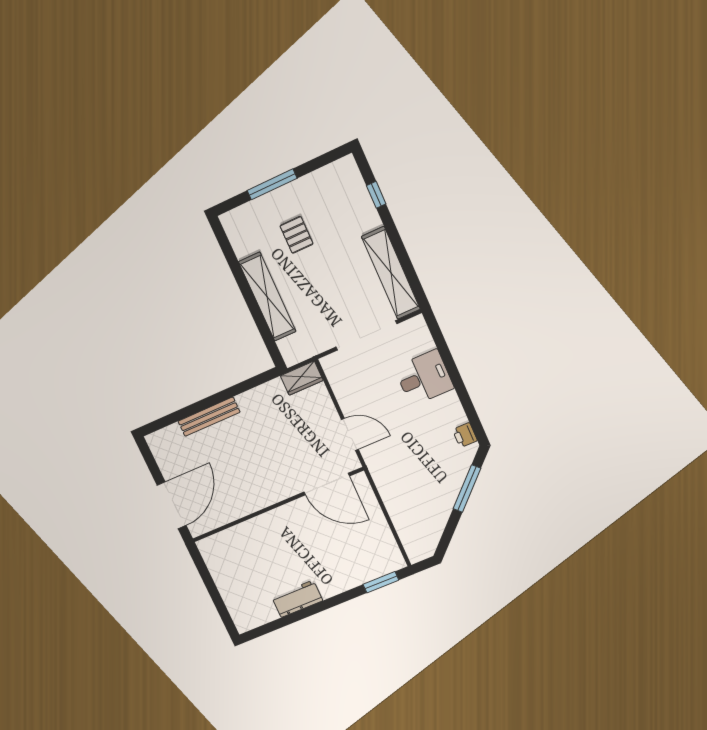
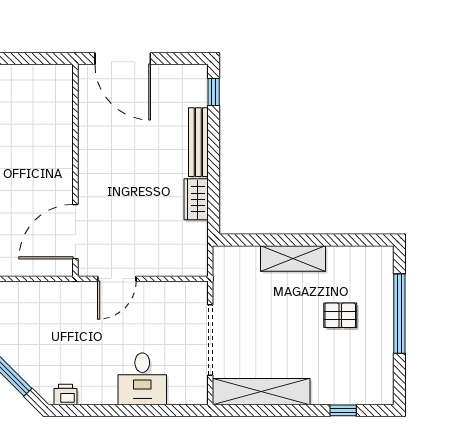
window: (272, 184) -> (399, 314), width x1.46
shelving: (267, 297) -> (293, 258), width x0.68
wardrobe: (302, 378) -> (196, 199), moved
window: (163, 422) -> (214, 92), added

